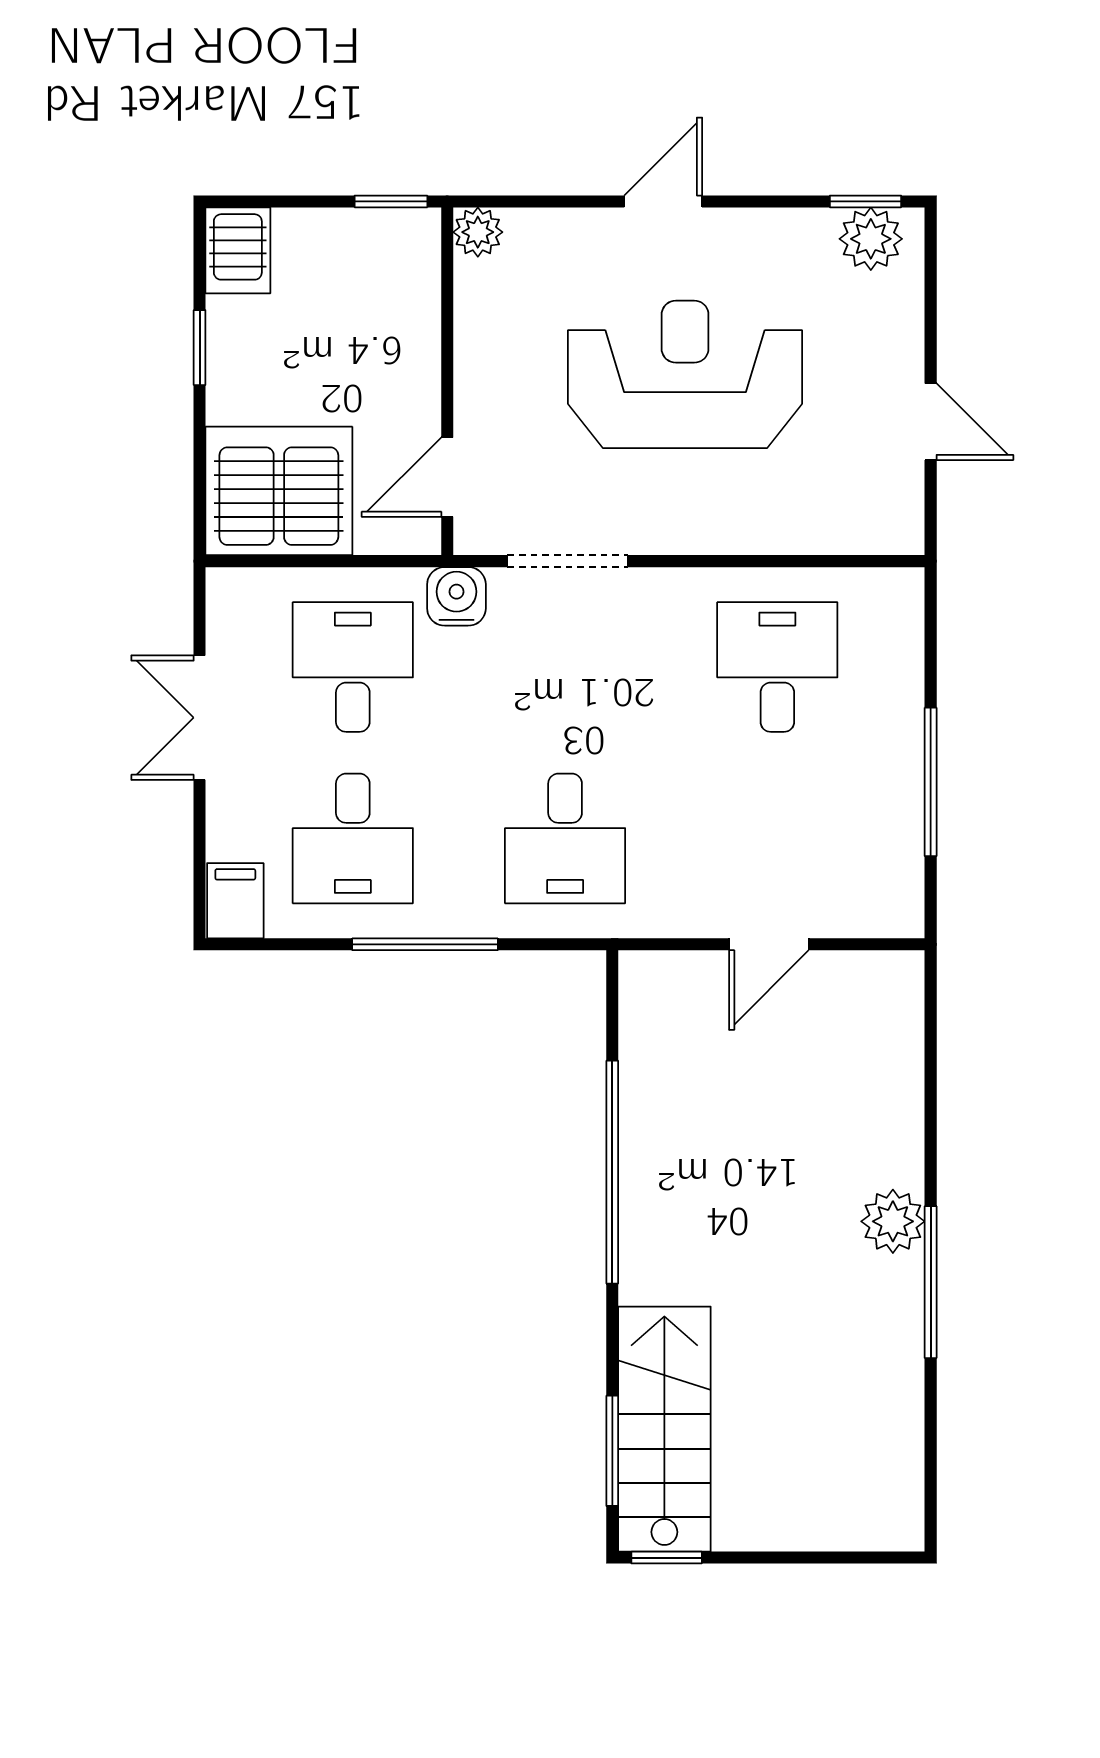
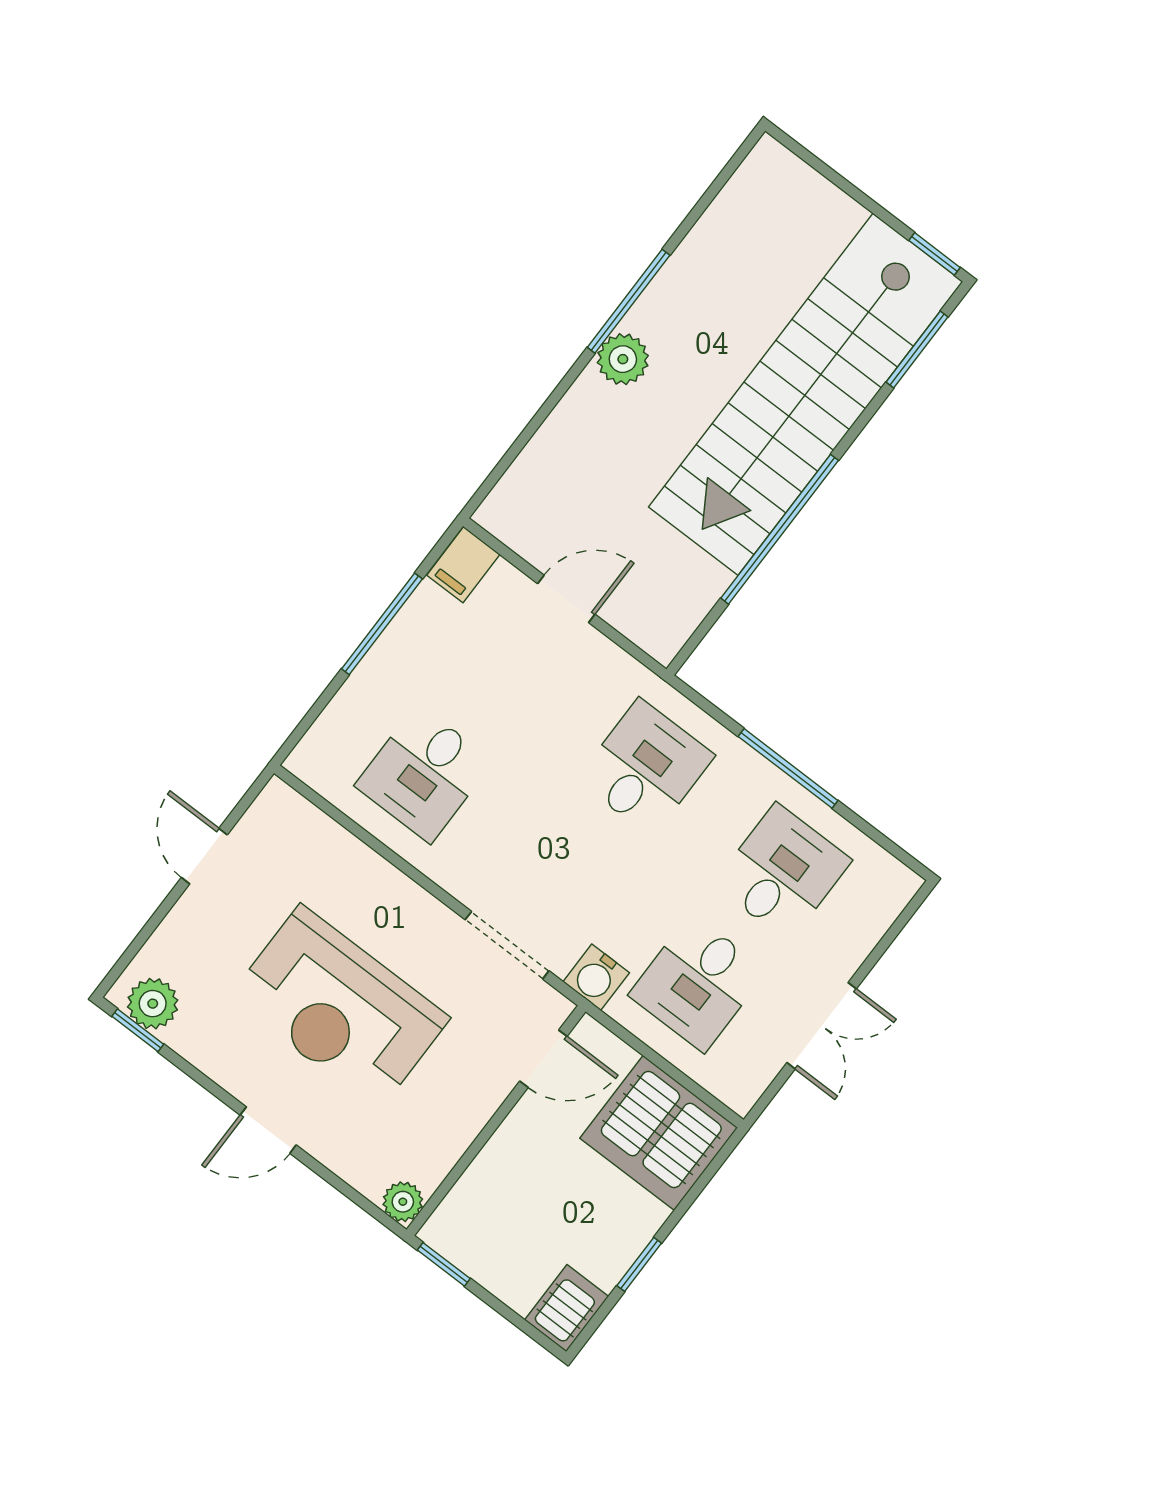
filing cabinet: (235, 901) -> (463, 565), moved
stairs: (664, 1429) -> (806, 394), width x1.86, depth x1.51

